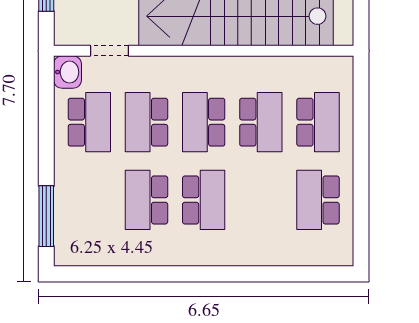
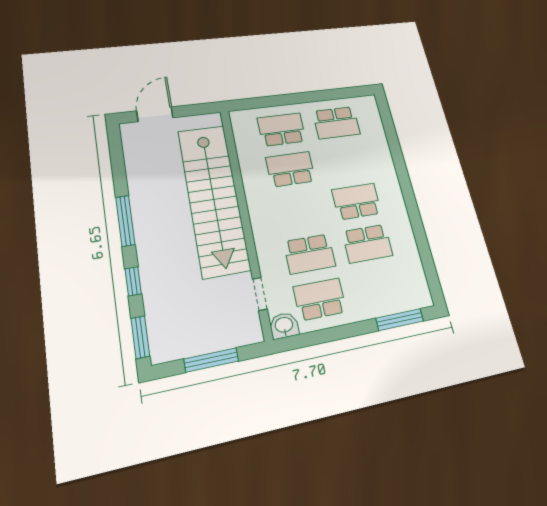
school desk: (204, 122) -> (300, 211), removed

